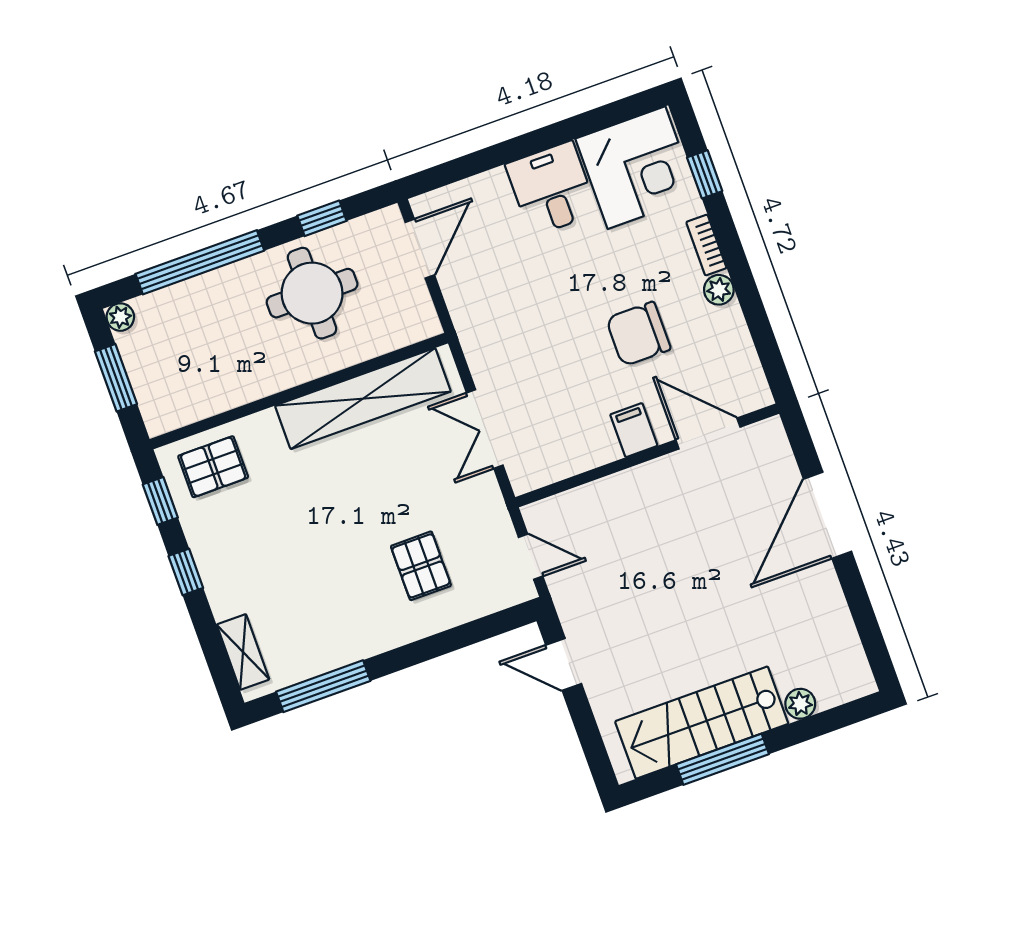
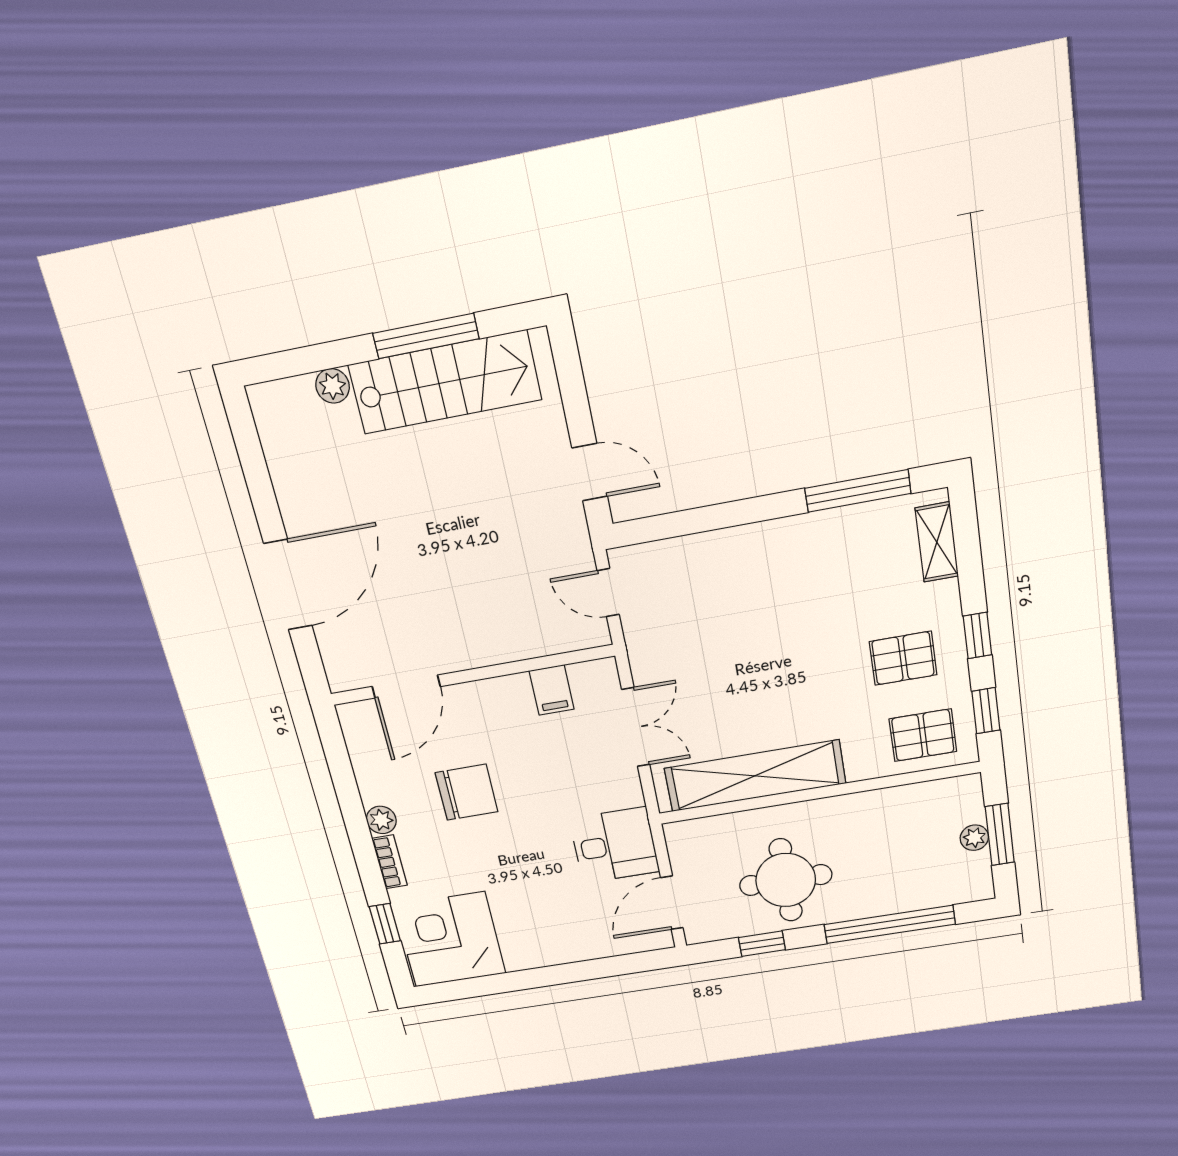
desk: (552, 189) -> (614, 845), moved, turned -90
plant: (120, 317) -> (974, 838), moved
filing cabinet: (634, 430) -> (552, 690), moved
door: (708, 434) -> (406, 687), hinge flipped
pallet: (421, 566) -> (903, 658), moved, turned 90

